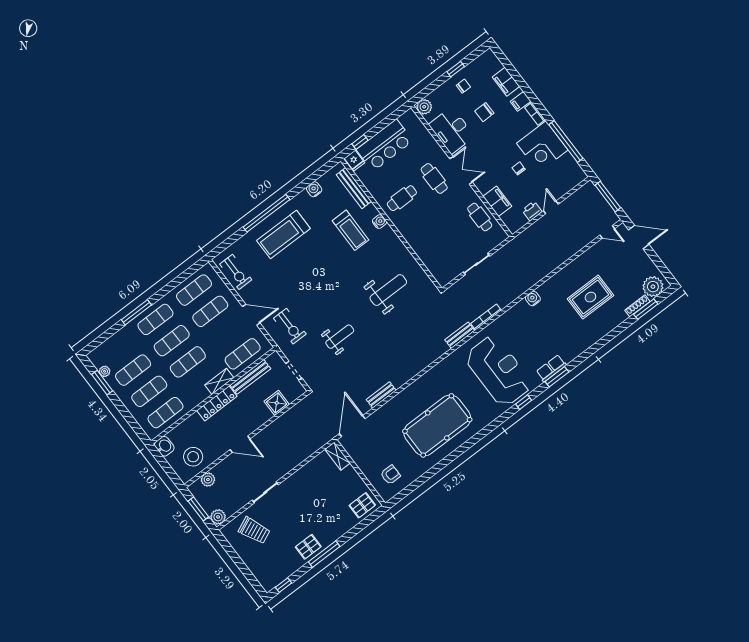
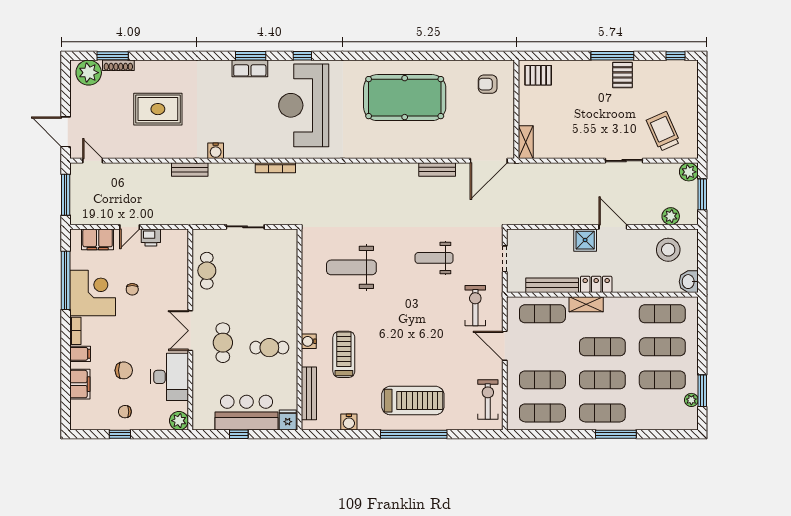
window: (360, 142) -> (239, 434), moved
filing cabinet: (497, 201) -> (98, 239), moved, turned -90
bench: (460, 335) -> (190, 170), moved
locker: (217, 403) -> (596, 284), width x0.66
shower: (277, 403) -> (585, 240), moved
pallet: (308, 547) -> (622, 75), turned 90

